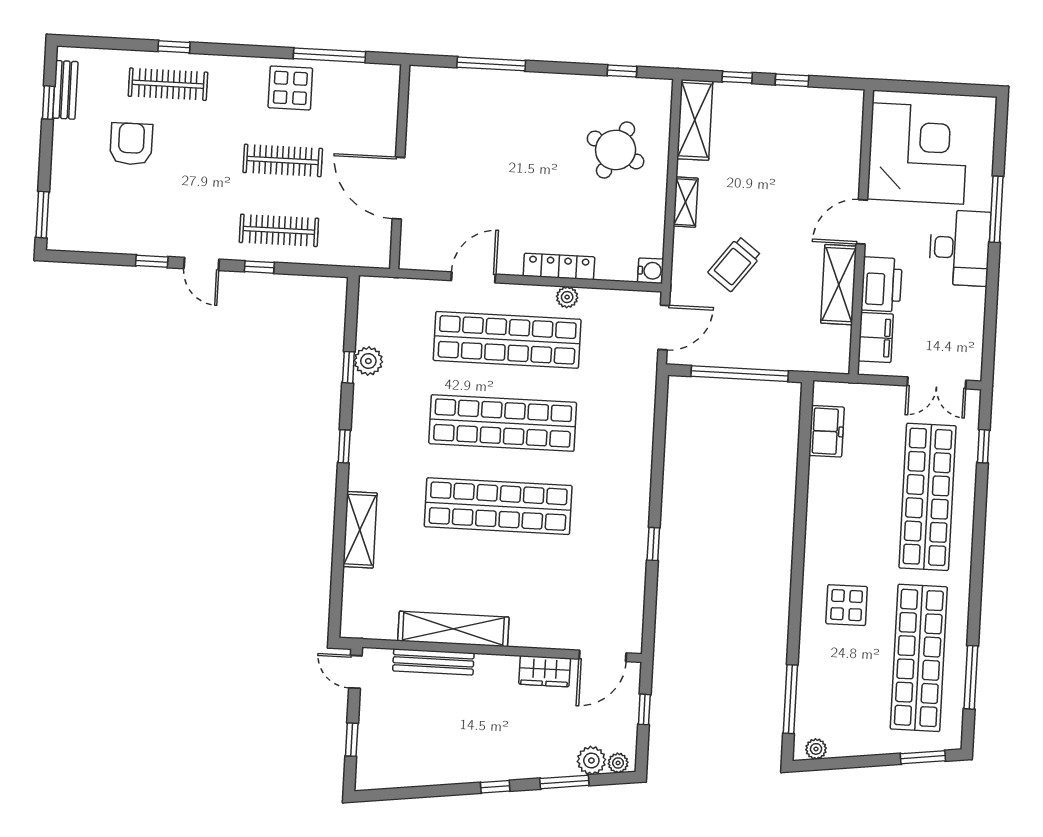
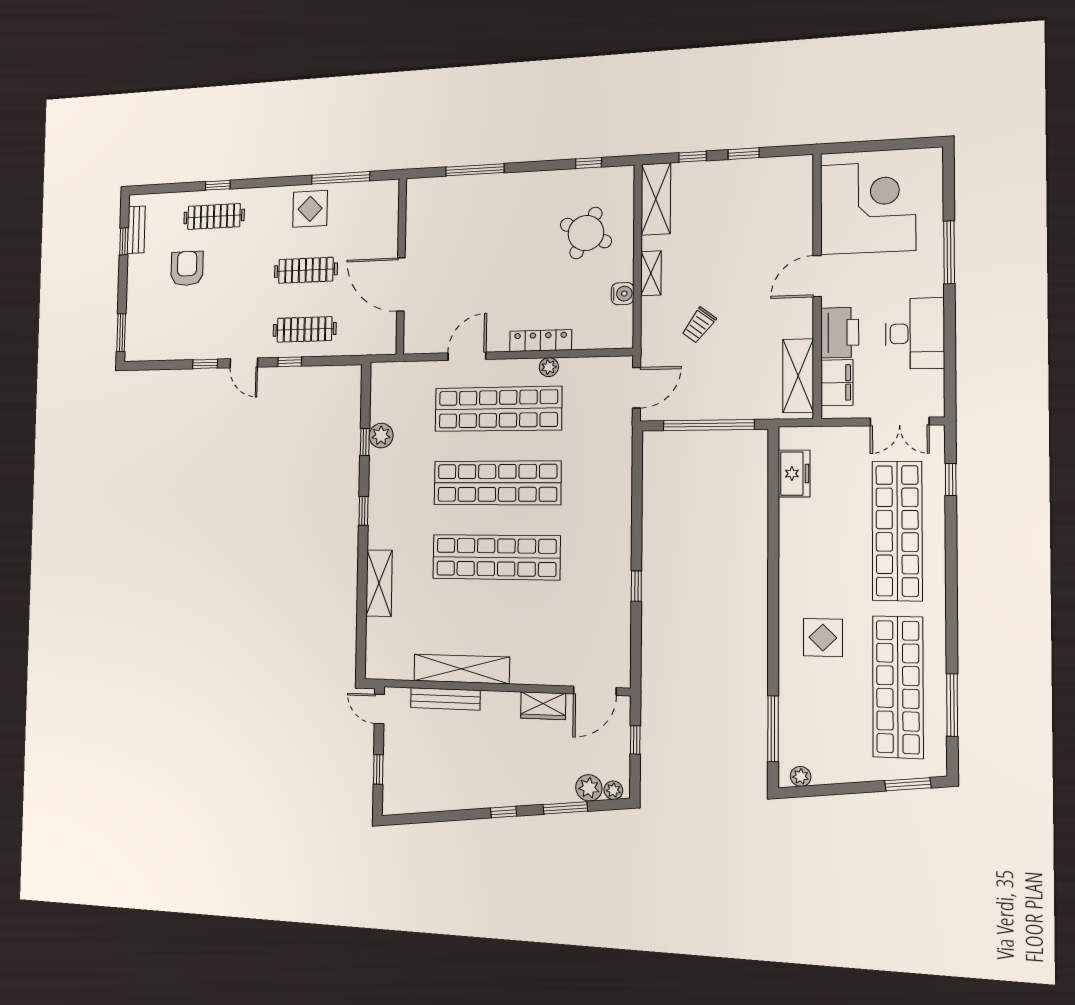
desk: (960, 248) -> (915, 333), moved
trolley: (735, 264) -> (699, 325), width x0.73, depth x0.72
water cooler: (651, 271) -> (623, 294), moved
shelving: (839, 285) -> (798, 376), moved

